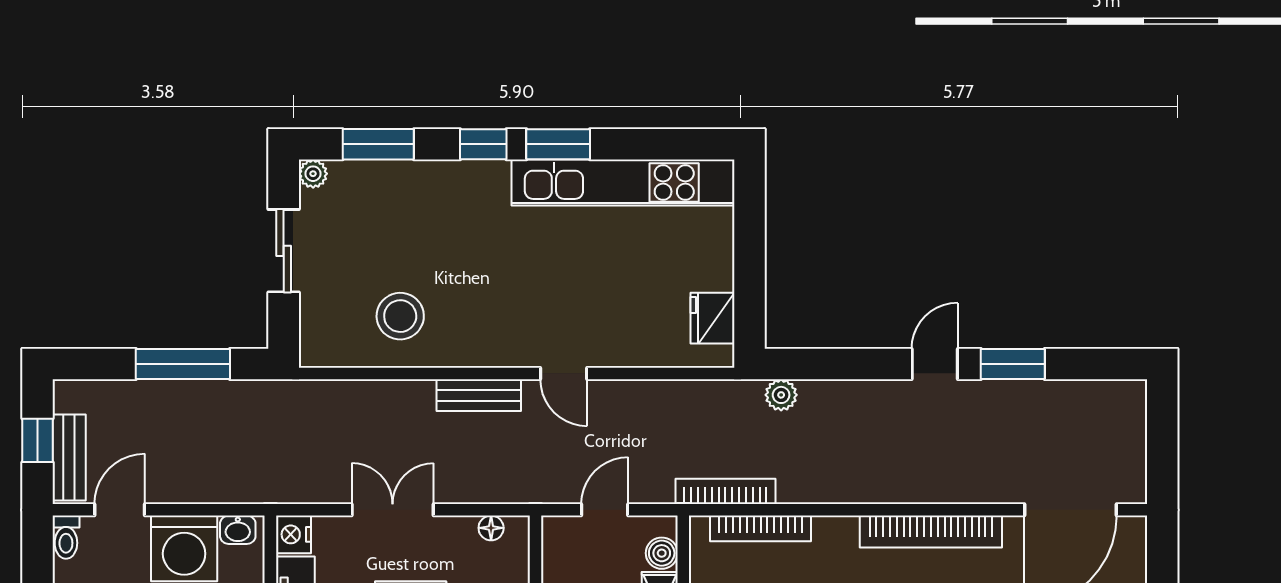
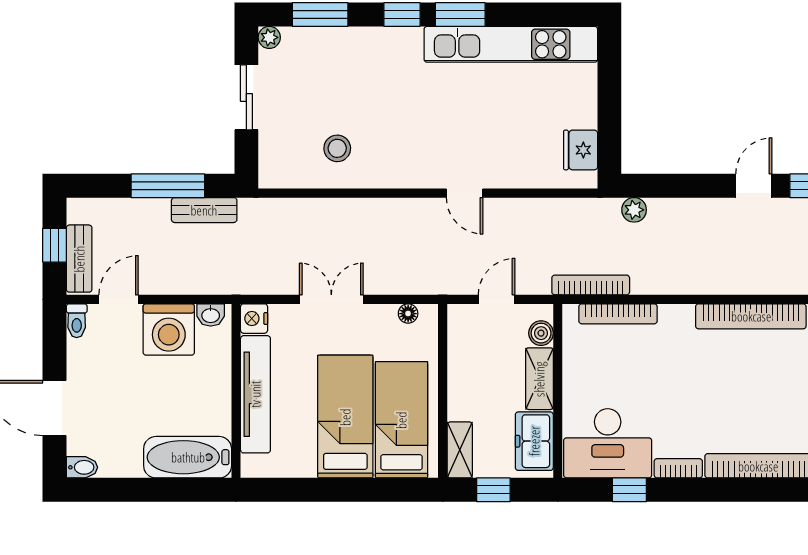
stool: (400, 316) -> (337, 148), width x0.73, depth x0.73
bench: (479, 395) -> (204, 210), moved

